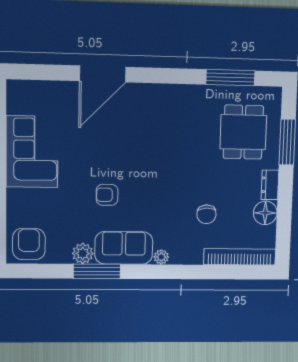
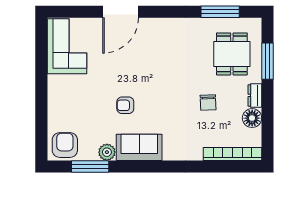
corner sofa: (32, 152) -> (67, 46), moved
chair: (206, 214) -> (208, 103), moved
plant: (161, 257) -> (169, 155), removed
window: (97, 271) -> (90, 166), moved

